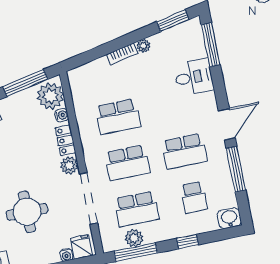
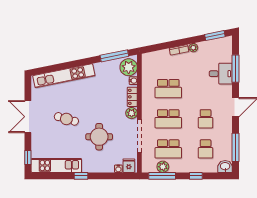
window: (211, 45) -> (235, 69), moved
school desk: (184, 151) -> (206, 119), width x0.54
window: (236, 169) -> (235, 147), moved

